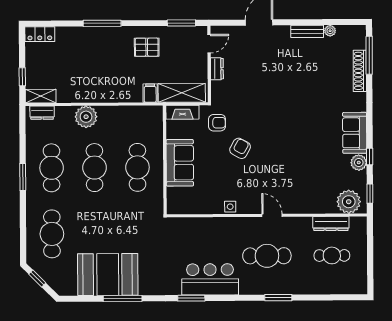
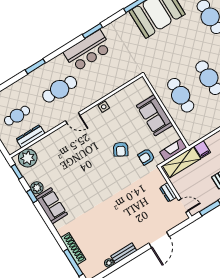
door: (209, 44) -> (183, 206), swing flipped

